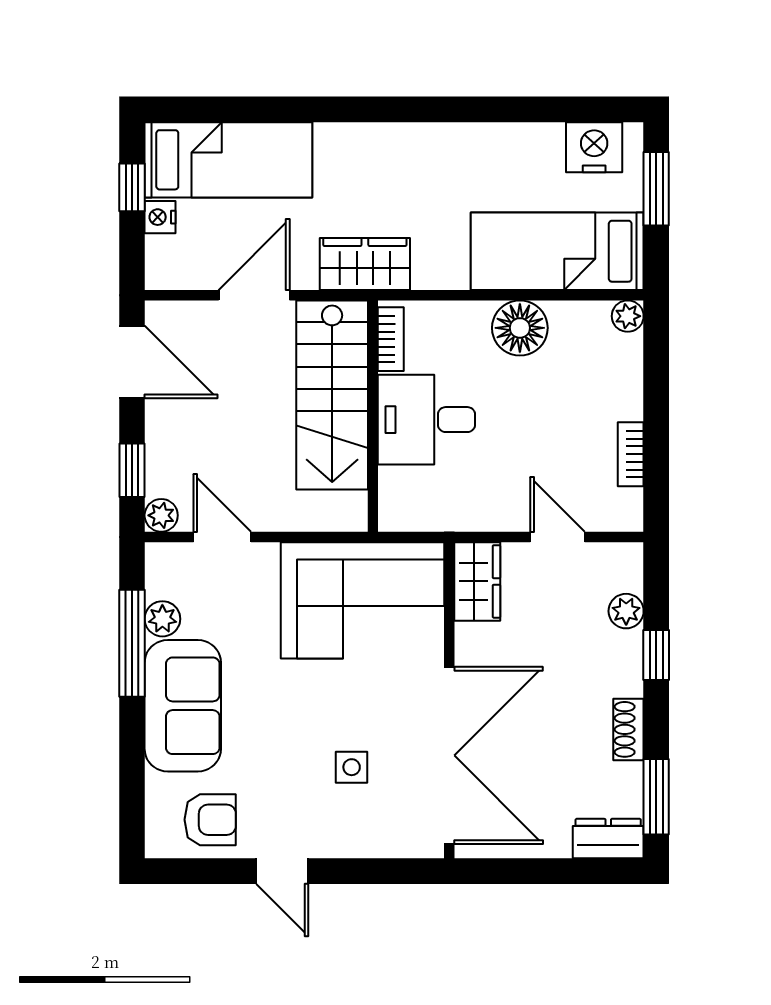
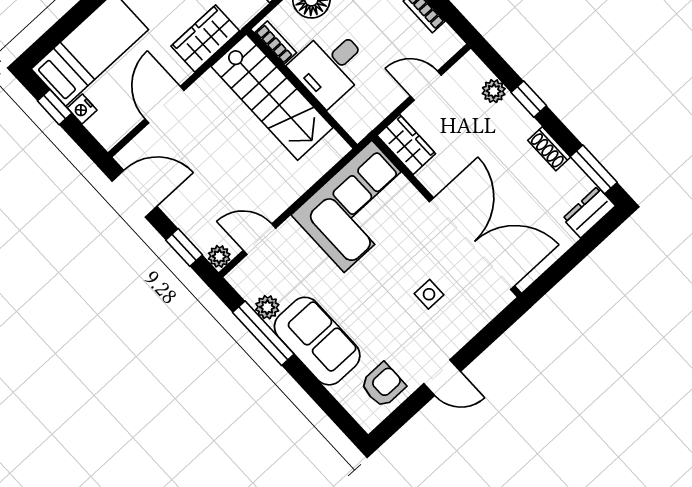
bookcase: (391, 339) -> (276, 43), moved
stairs: (332, 395) -> (272, 97), moved
wall: (373, 416) -> (302, 89), moved
desk: (426, 420) -> (330, 66), moved

